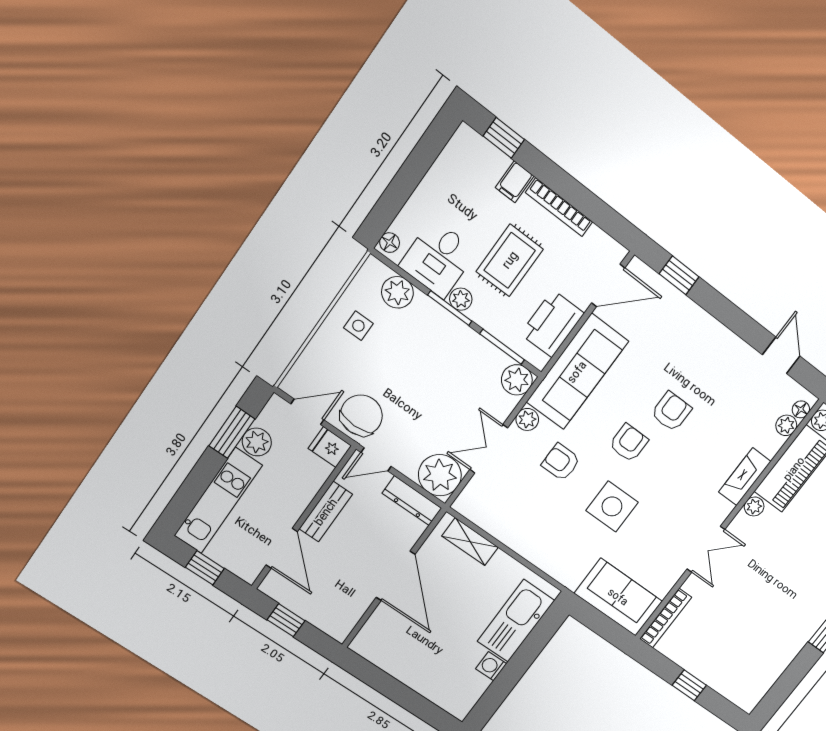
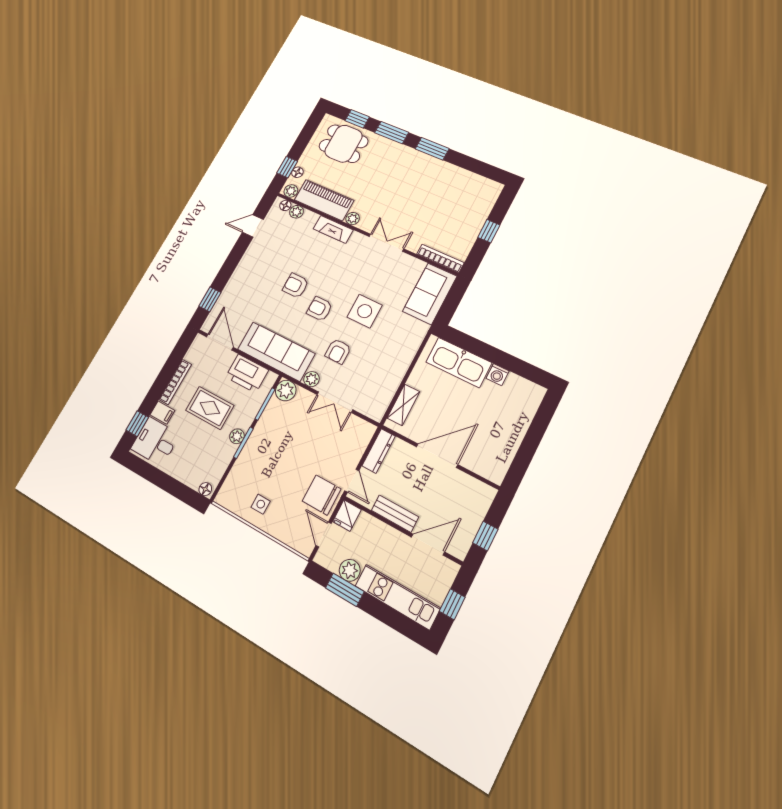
desk: (438, 259) -> (155, 441), moved, turned 180
plant: (397, 292) -> (236, 480), removed
plant: (440, 475) -> (358, 434), removed

